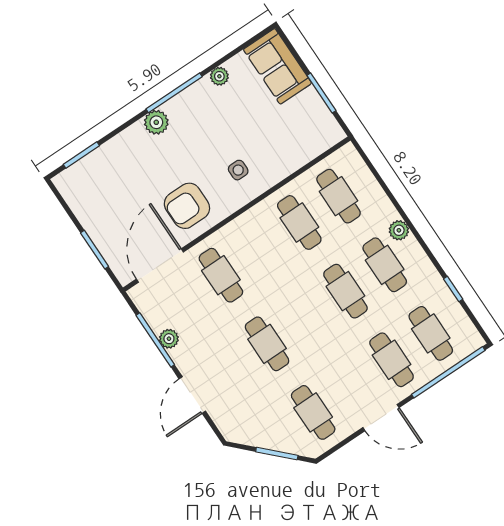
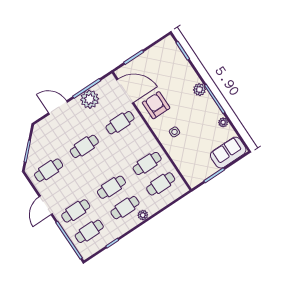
plant: (169, 339) -> (90, 99), width x1.88, depth x1.88

